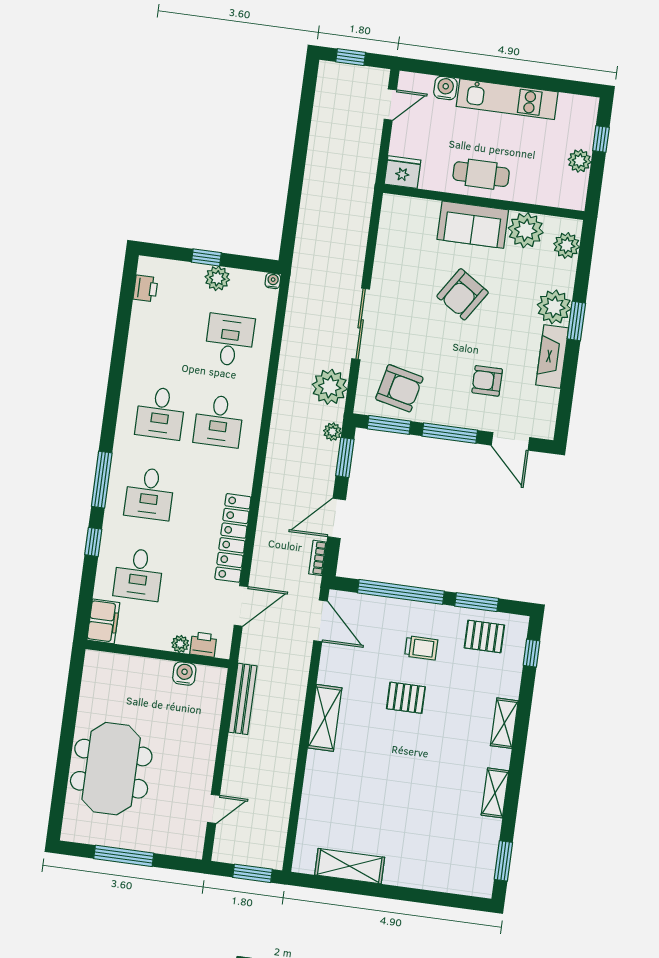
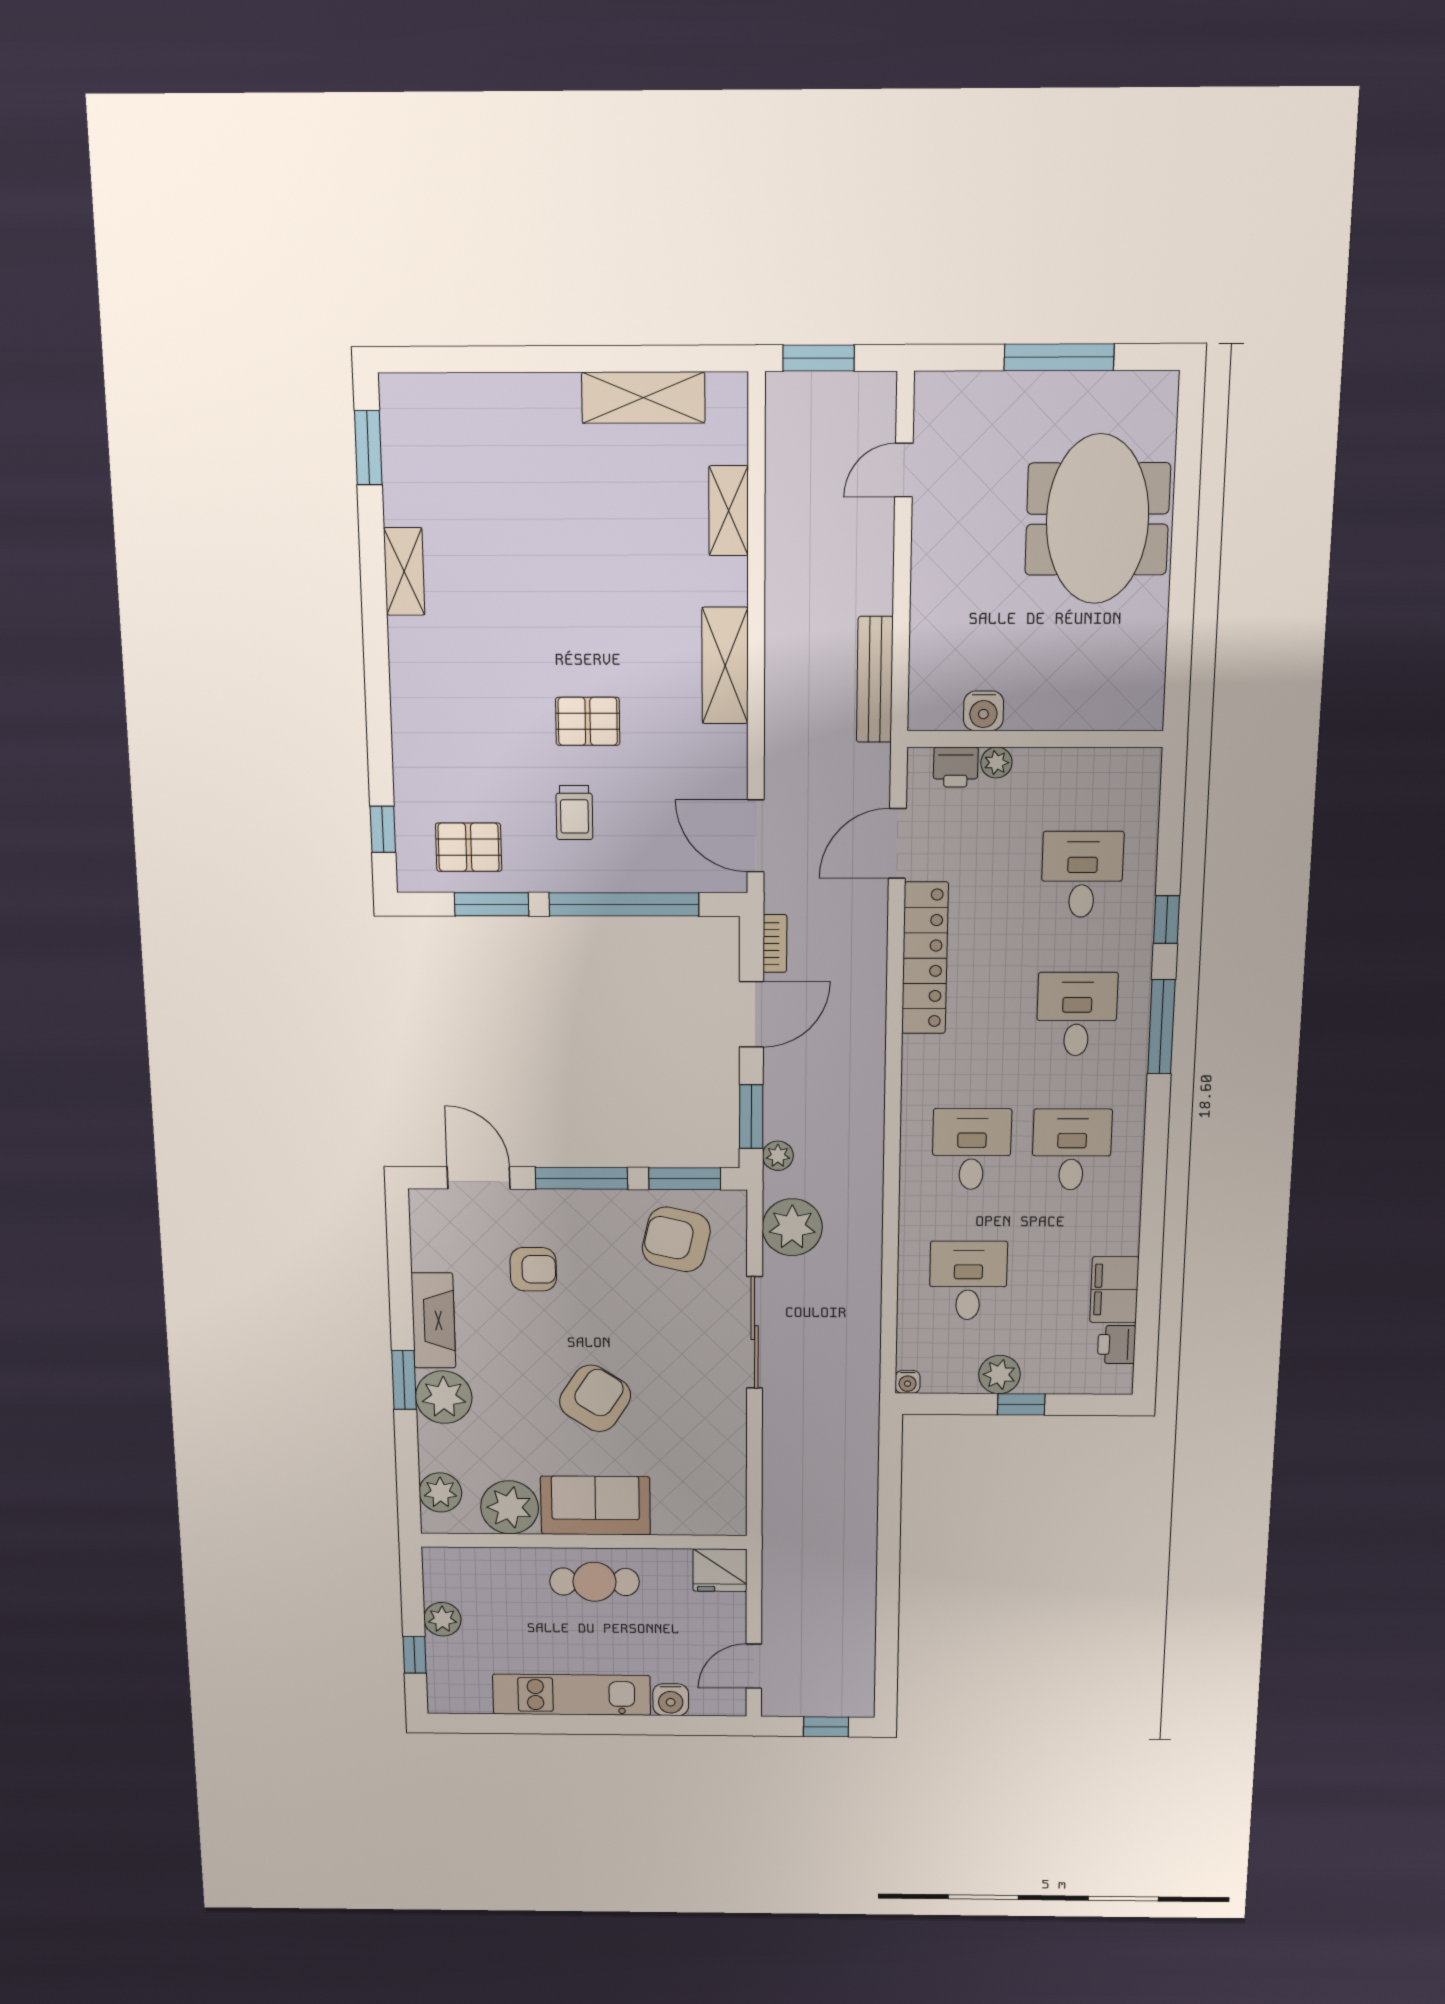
desk: (230, 340) -> (968, 1280), turned 180
filing cabinet: (103, 621) -> (1114, 1290), moved
trolley: (421, 648) -> (574, 813), turned -90
shelving: (504, 723) -> (729, 511), moved

